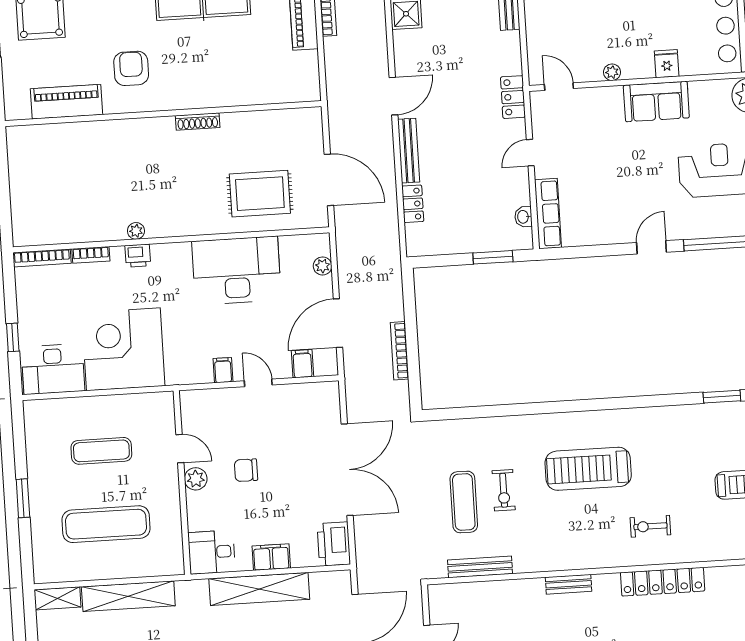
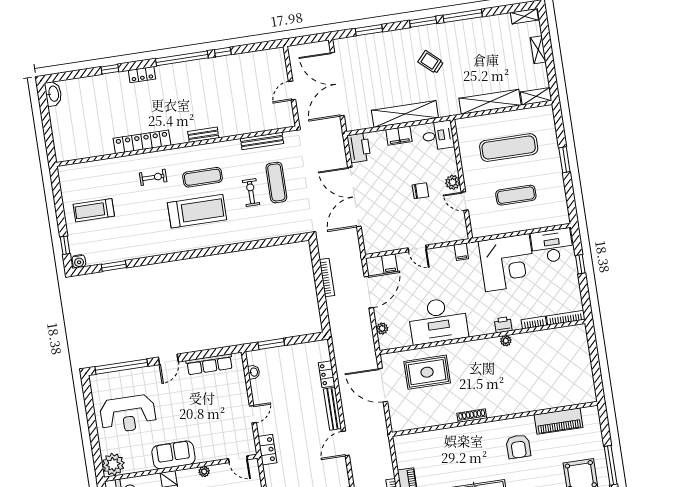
row of seats: (548, 214) -> (209, 364), moved, turned -90
filing cabinet: (223, 370) -> (461, 252), moved
exercise mat: (575, 520) -> (203, 177), added

